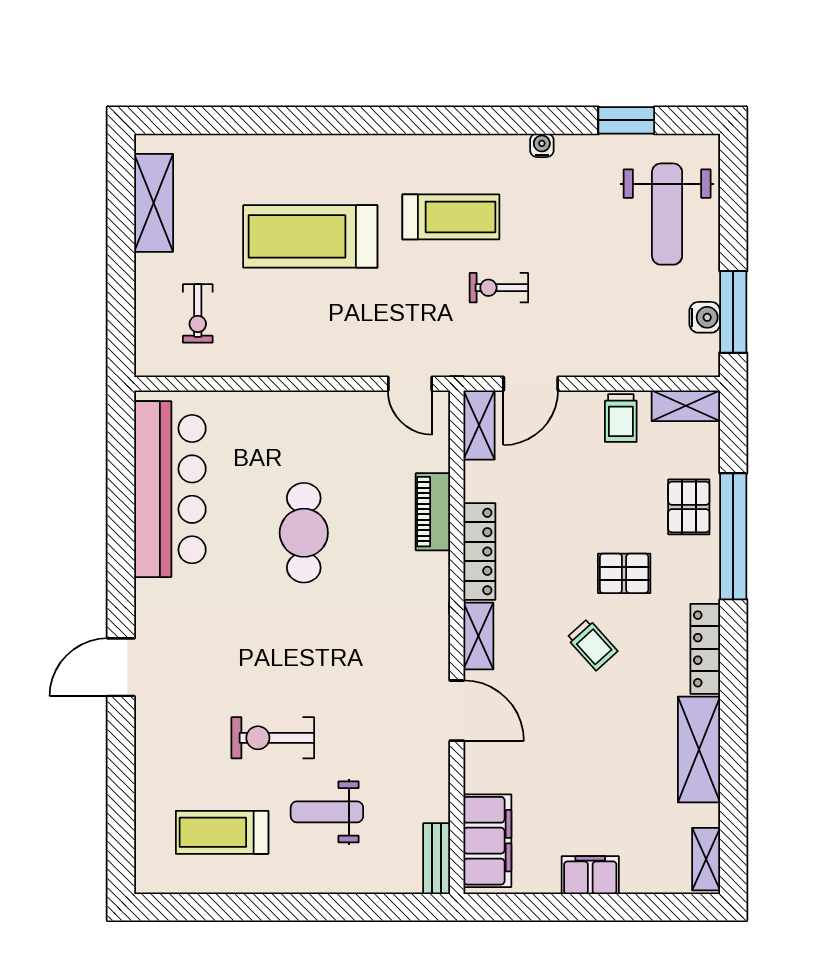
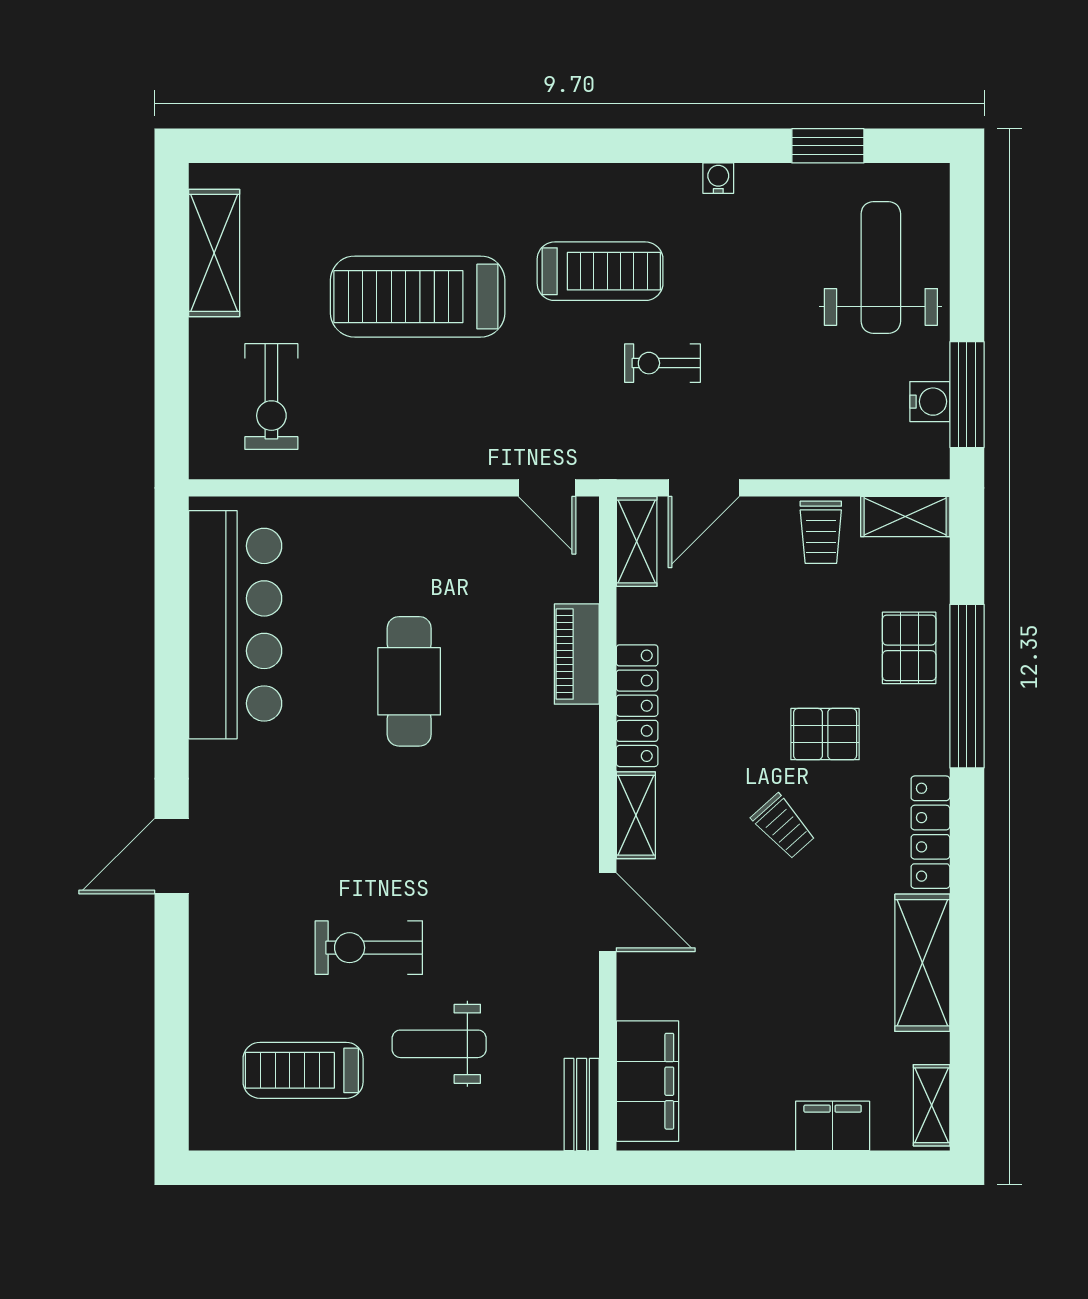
weight bench: (667, 214) -> (881, 267), turned 180
exercise bike: (198, 313) -> (271, 397), width x1.38, depth x1.39
filing cabinet: (590, 875) -> (833, 1126), moved

